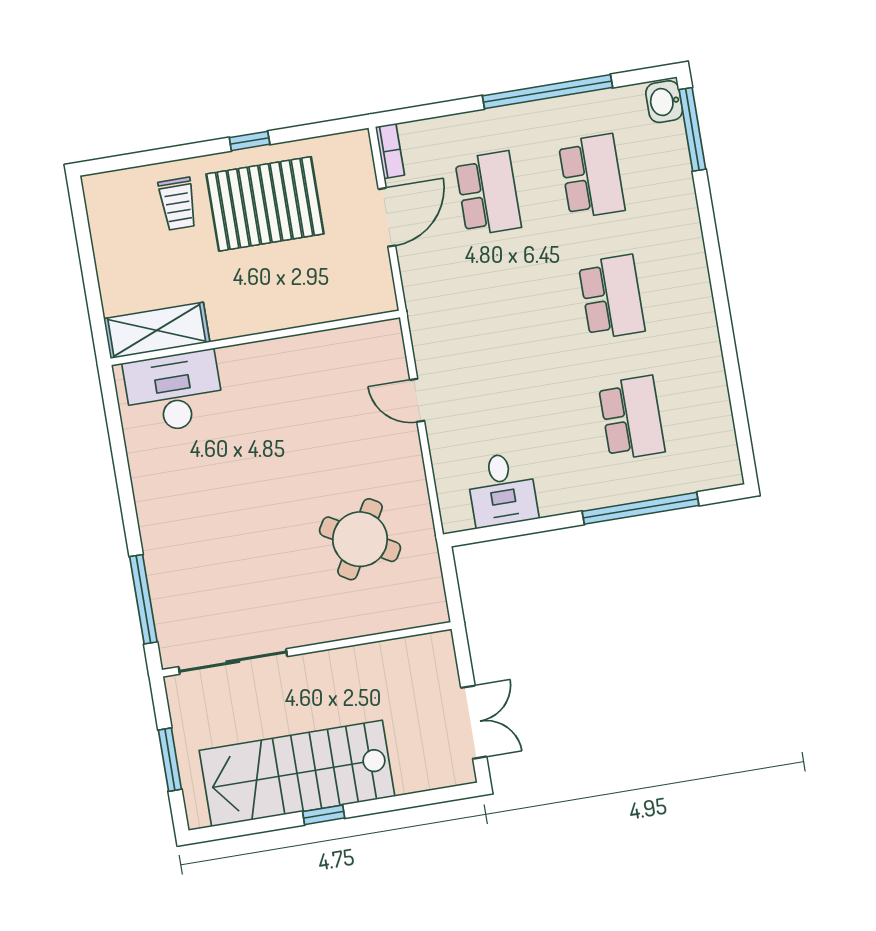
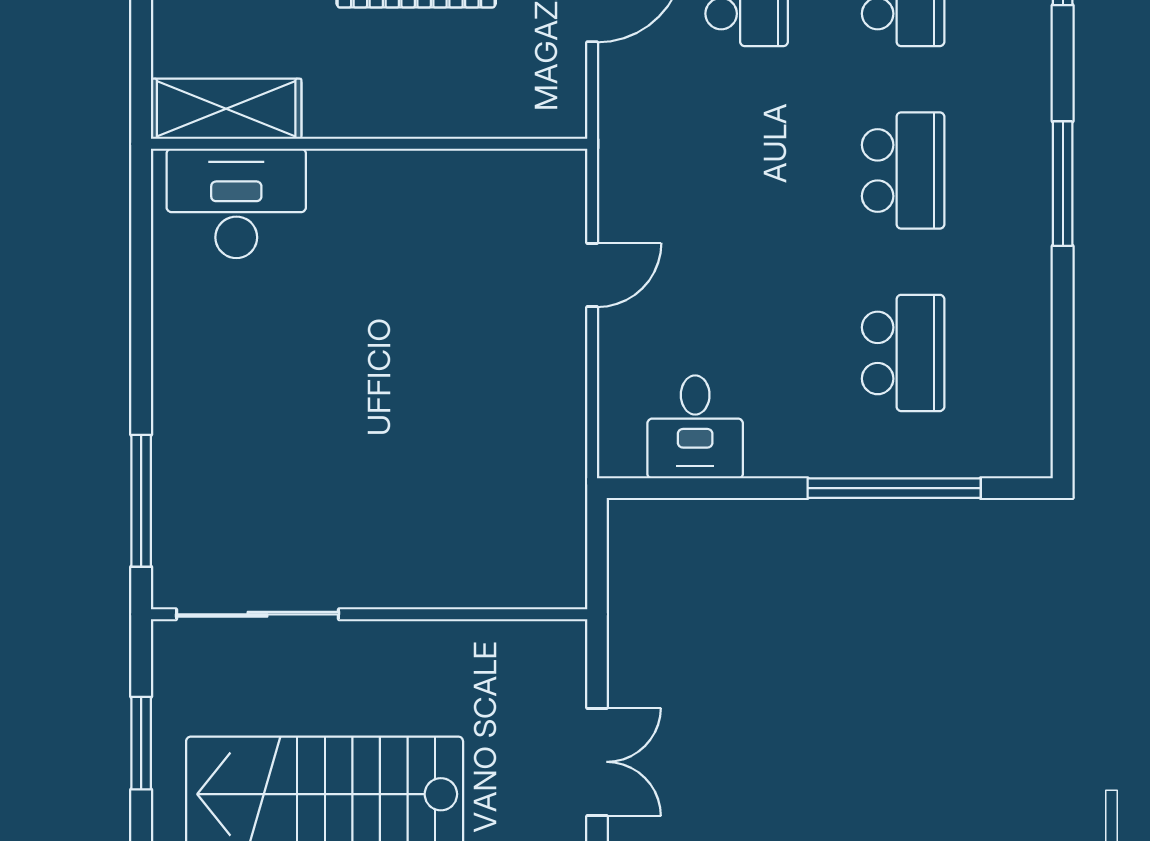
window: (719, 288) -> (1063, 184), added
door: (417, 400) -> (592, 275), swing flipped
round table: (360, 539) -> (474, 465), removed

